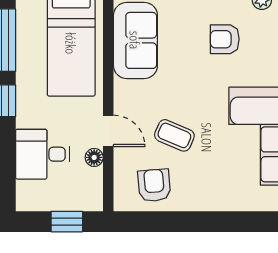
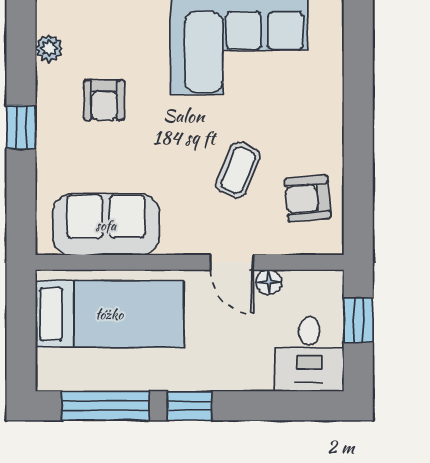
door: (108, 131) -> (232, 262), swing flipped
desk: (43, 154) -> (309, 354), moved

